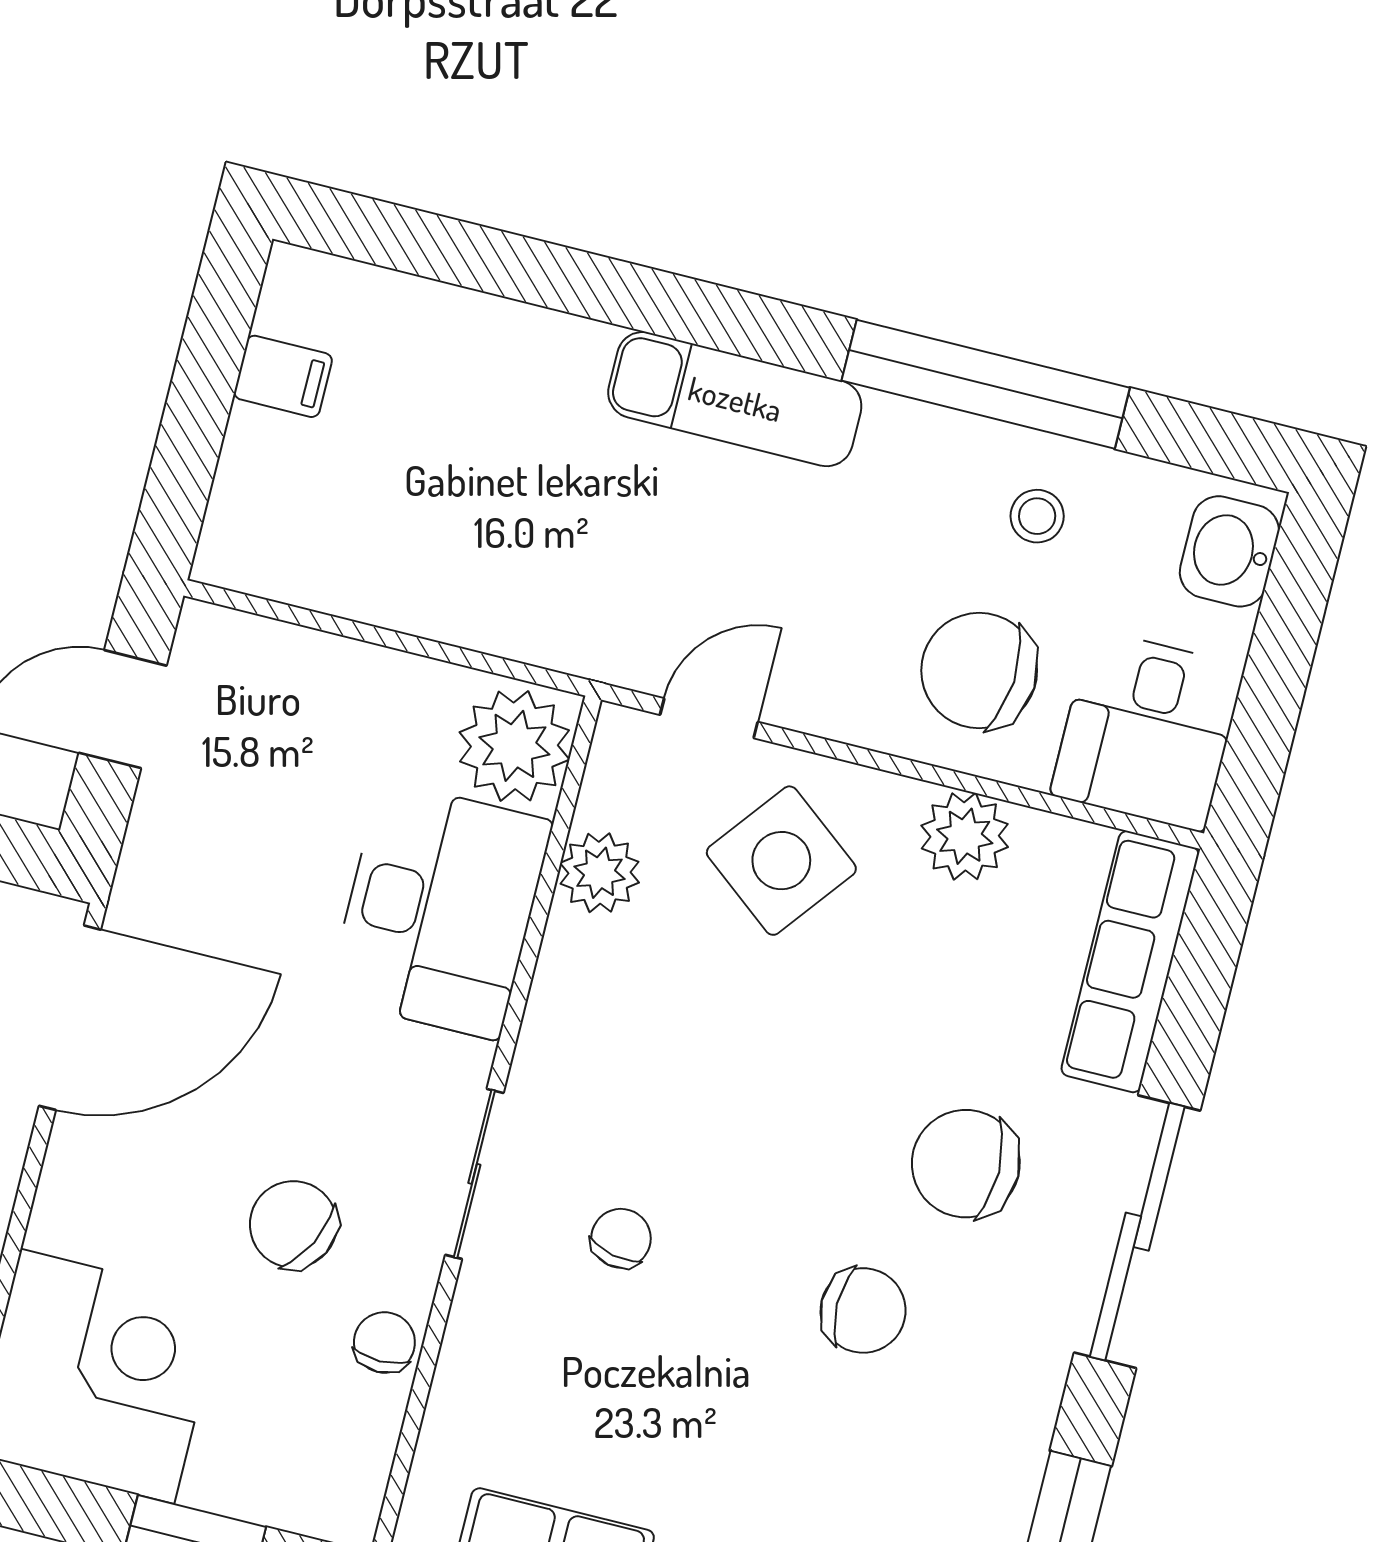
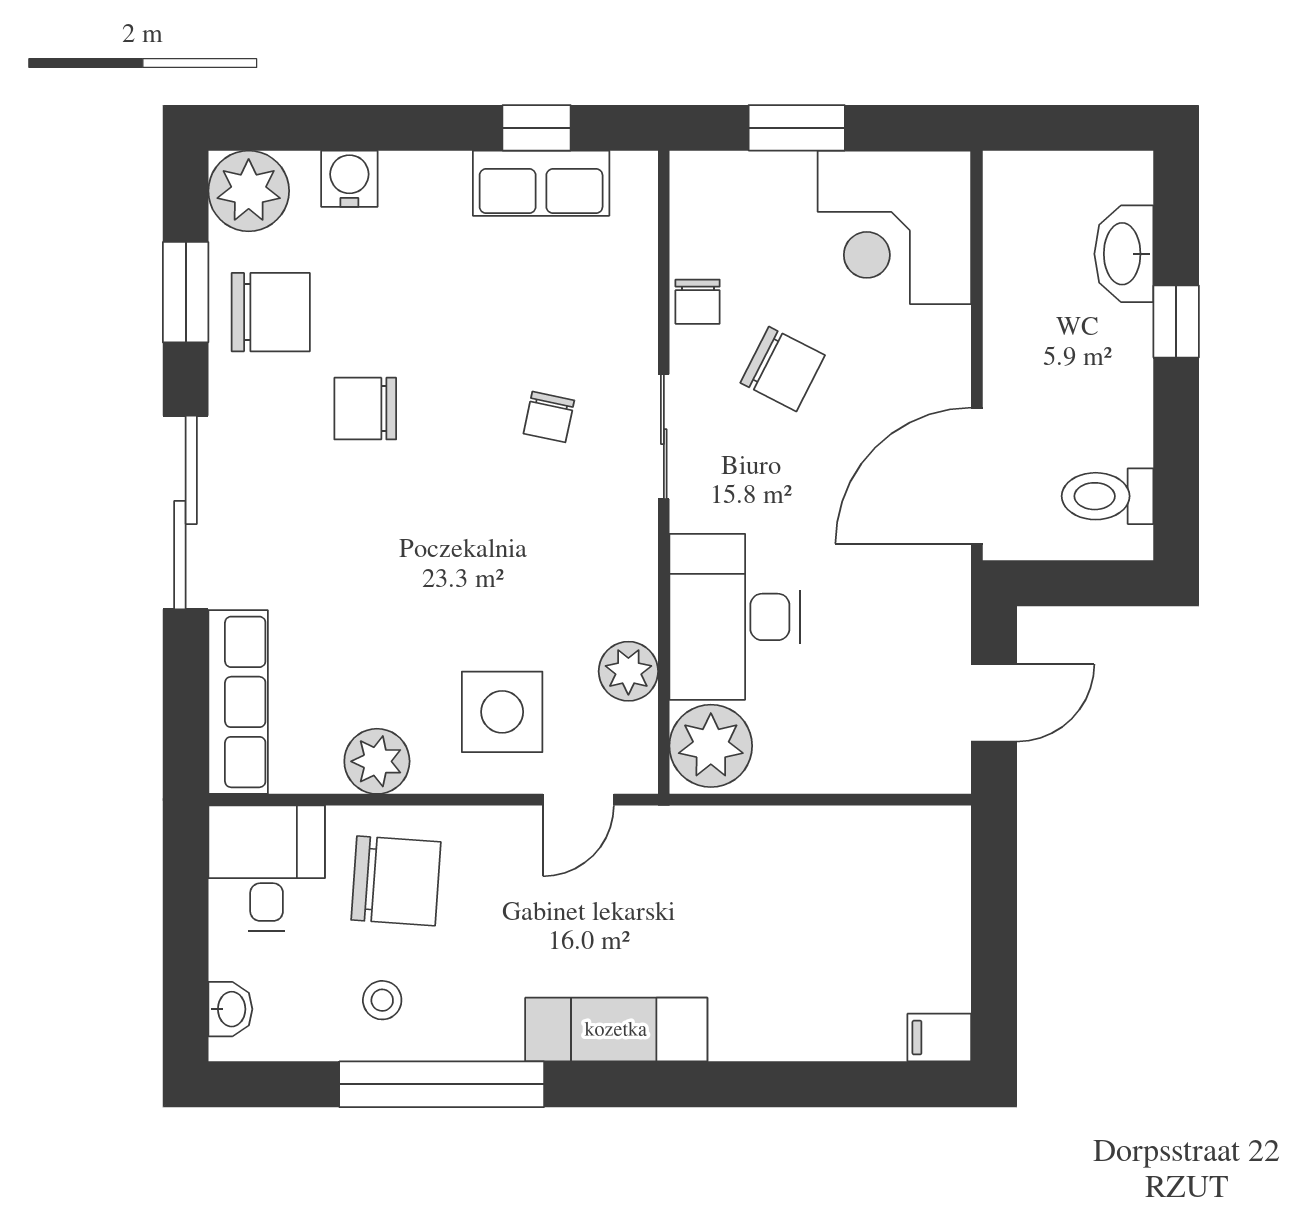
filing cabinet: (283, 376) -> (939, 1038), moved
washbasin: (1229, 551) -> (230, 1009), width x0.72, depth x0.69
side table: (781, 861) -> (502, 712), turned -38
chair: (966, 1164) -> (271, 312), moved

